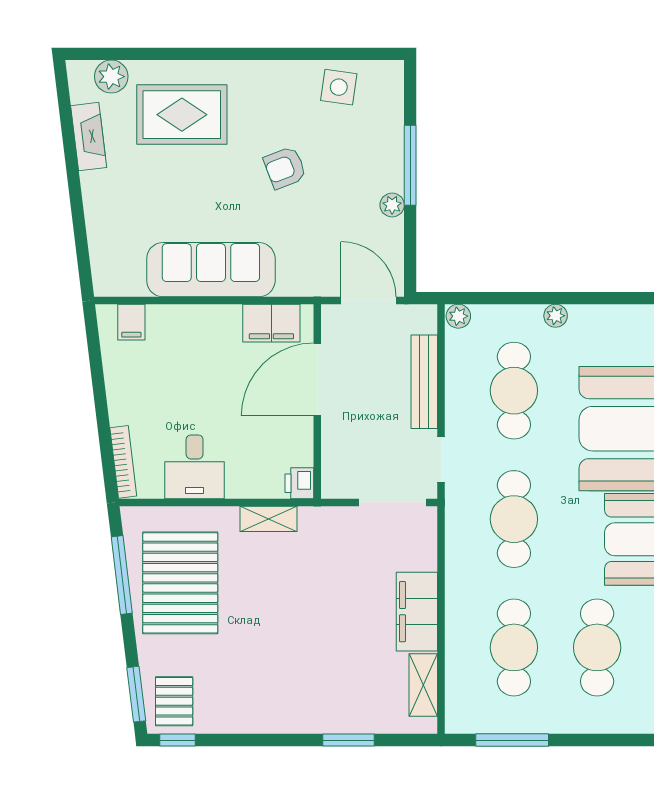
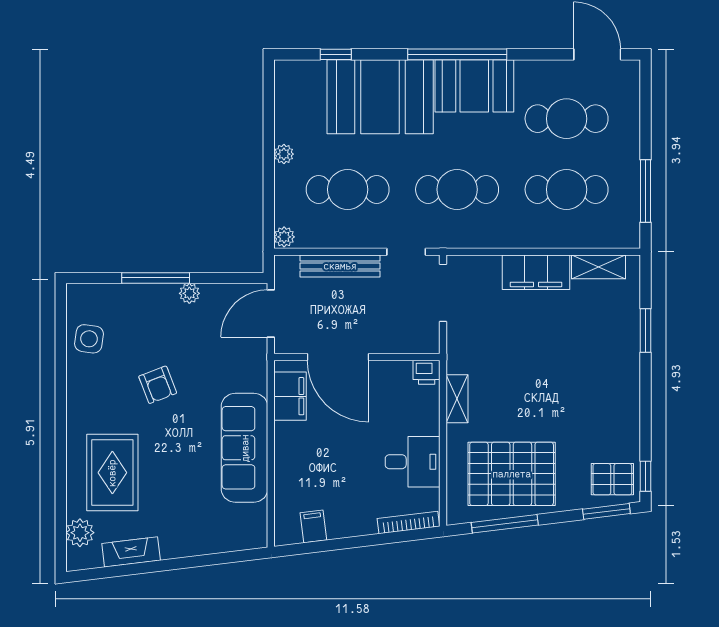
filing cabinet: (131, 322) -> (313, 526), moved, turned -97

